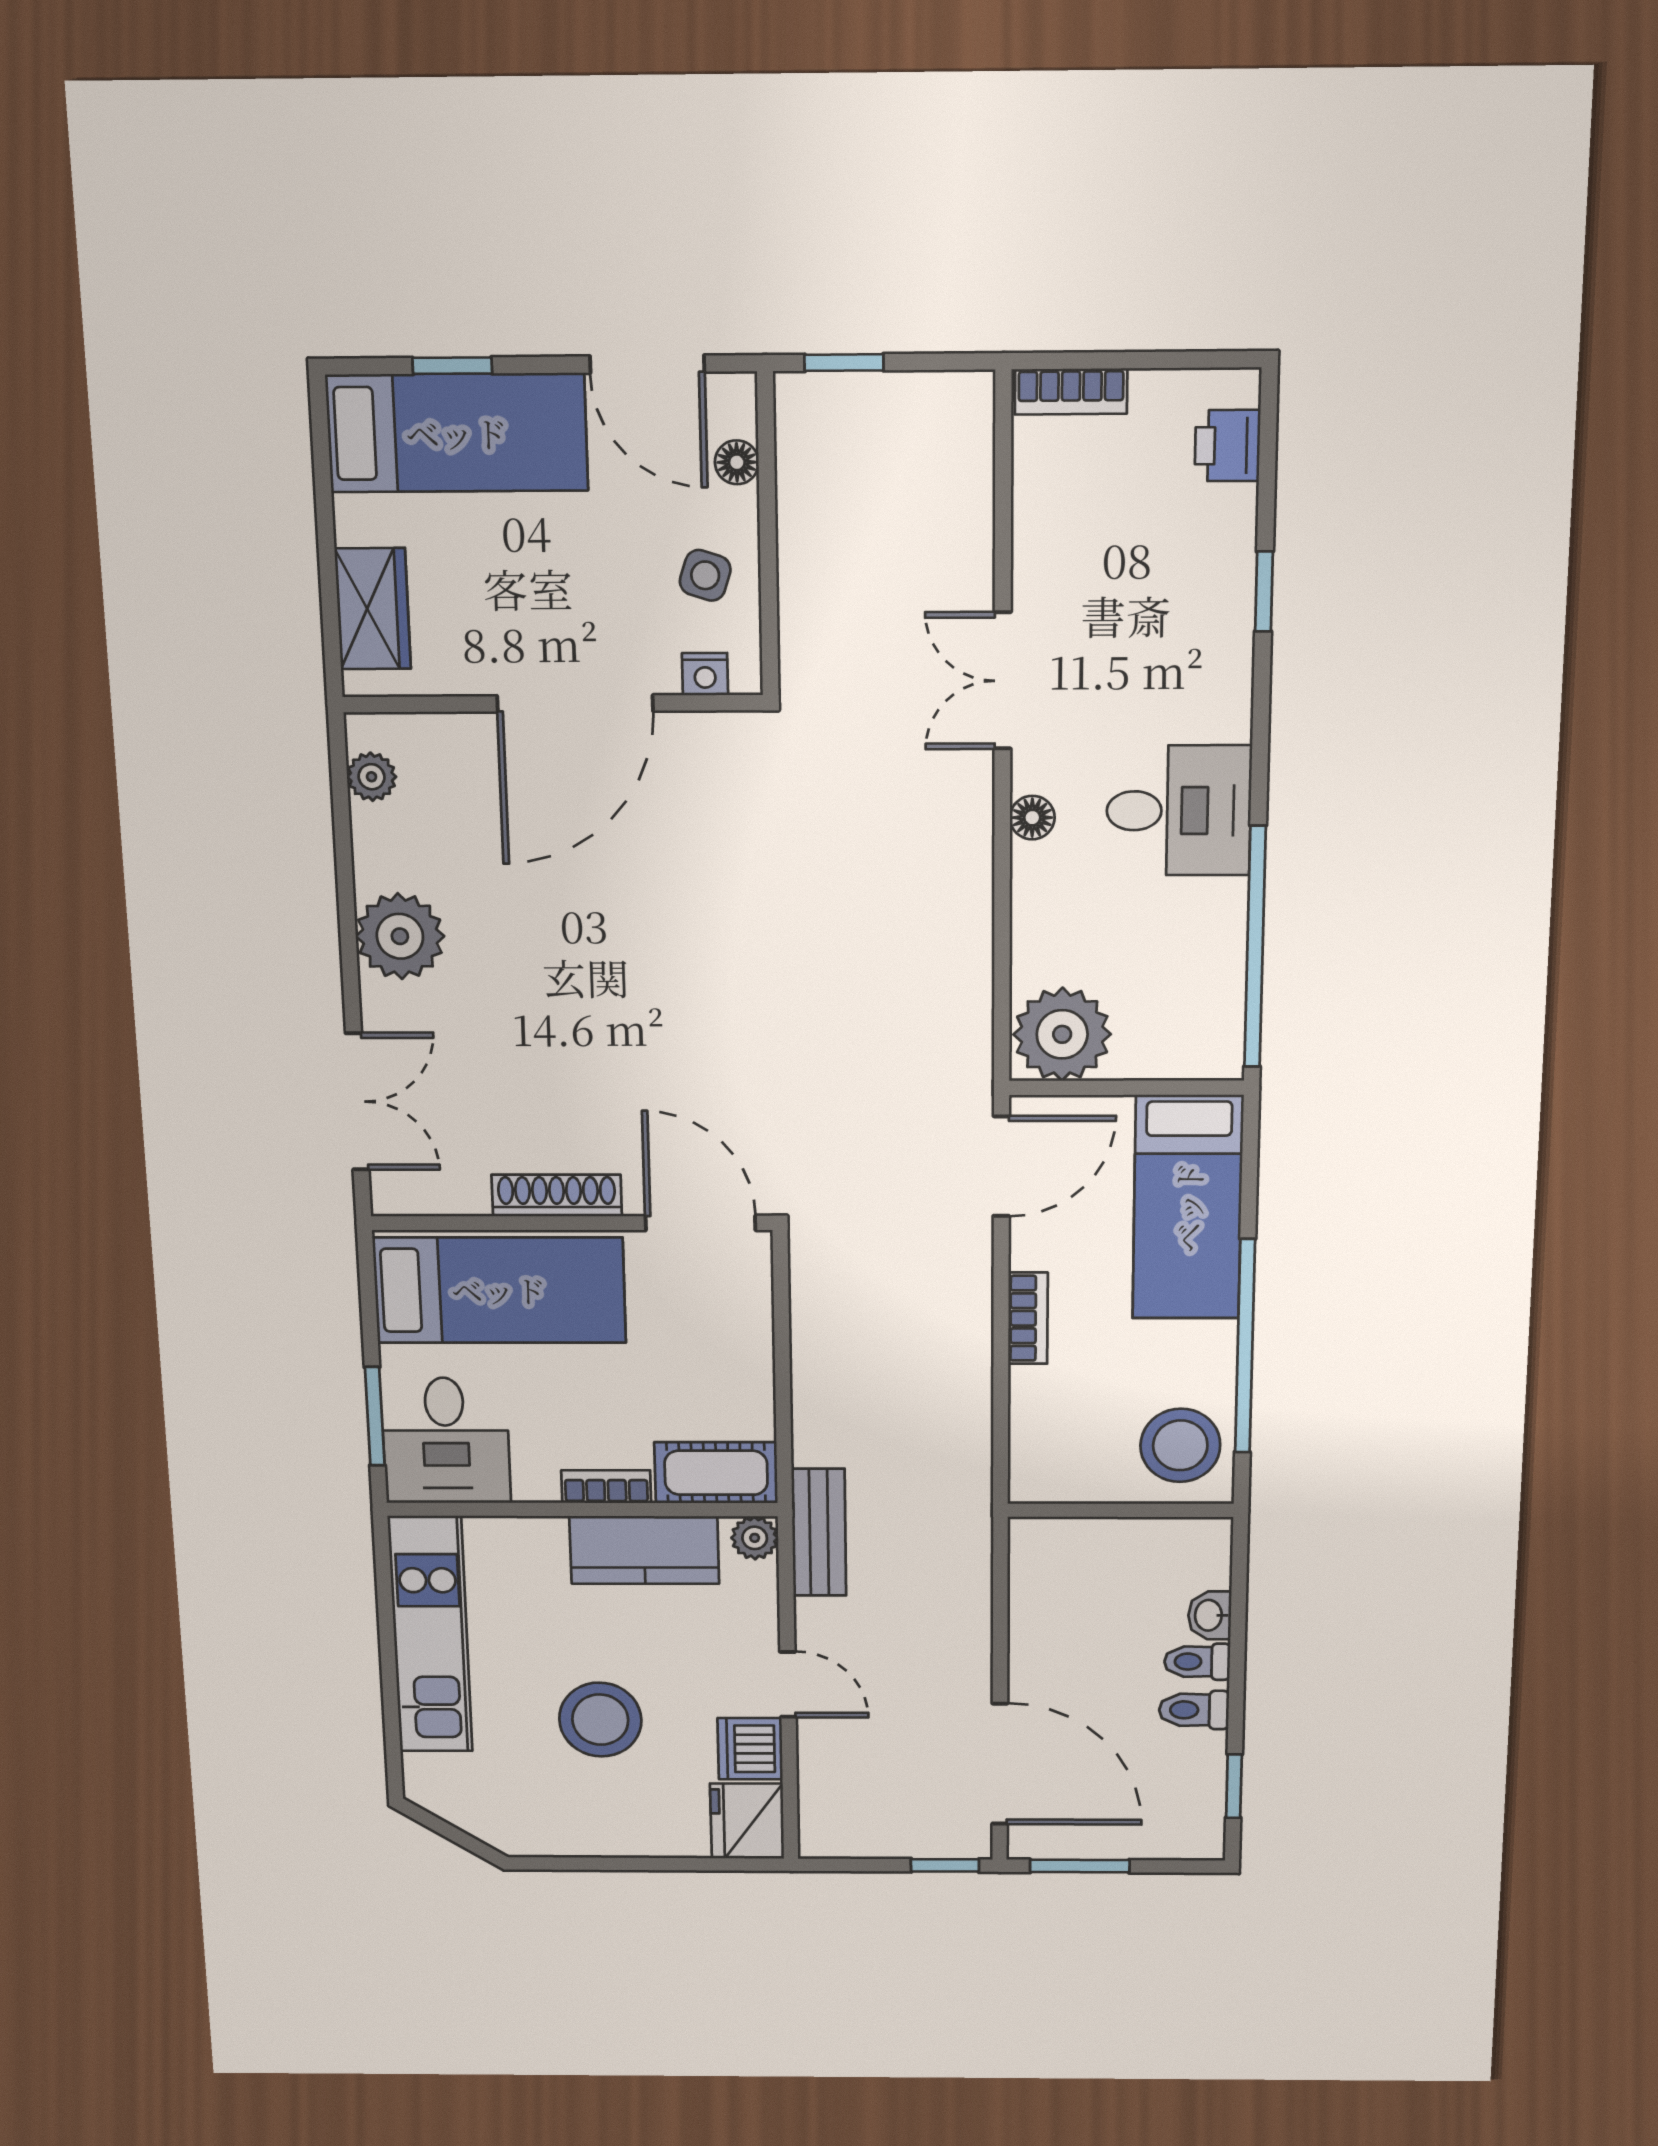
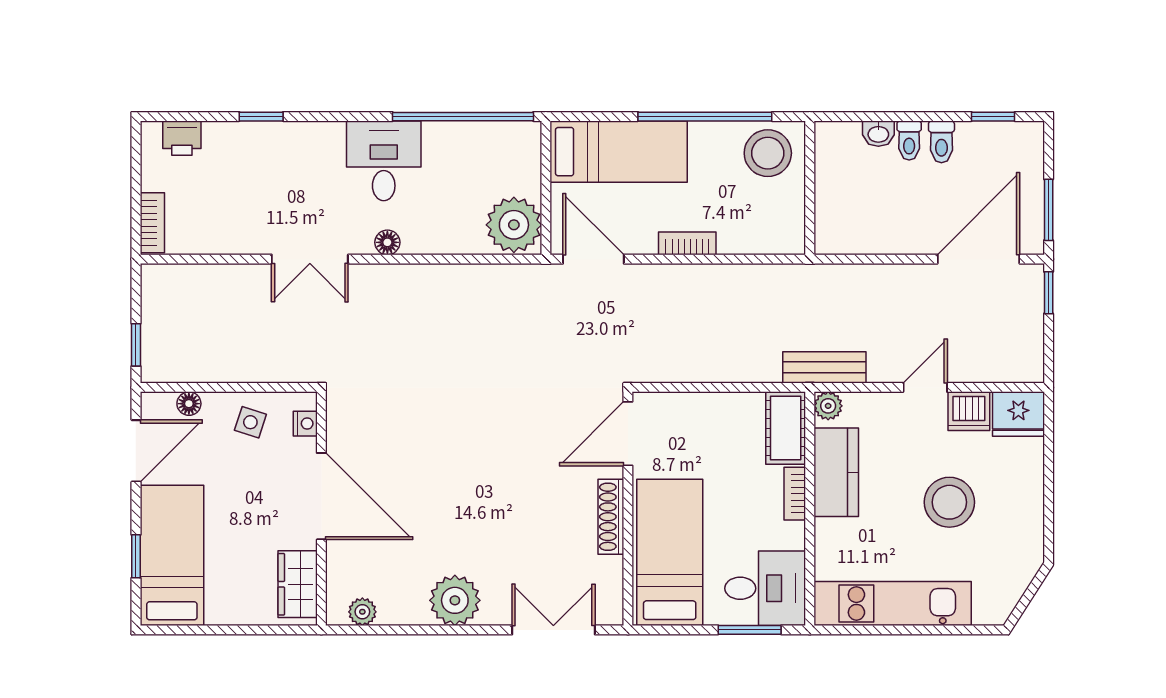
wardrobe: (373, 609) -> (298, 584), moved, turned -90

